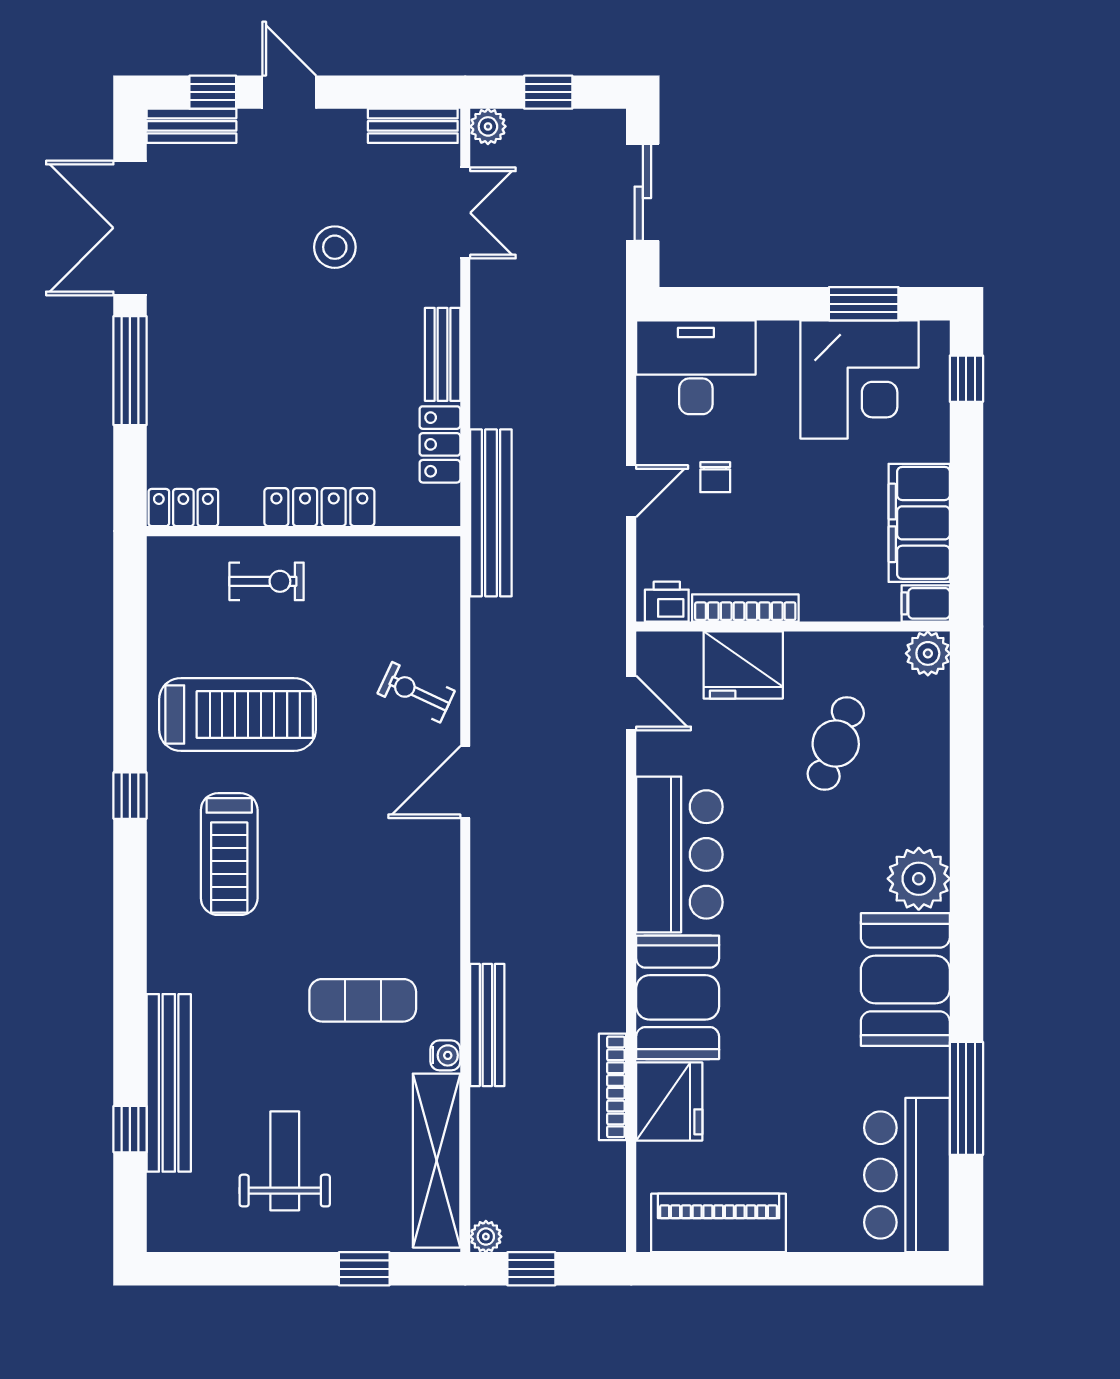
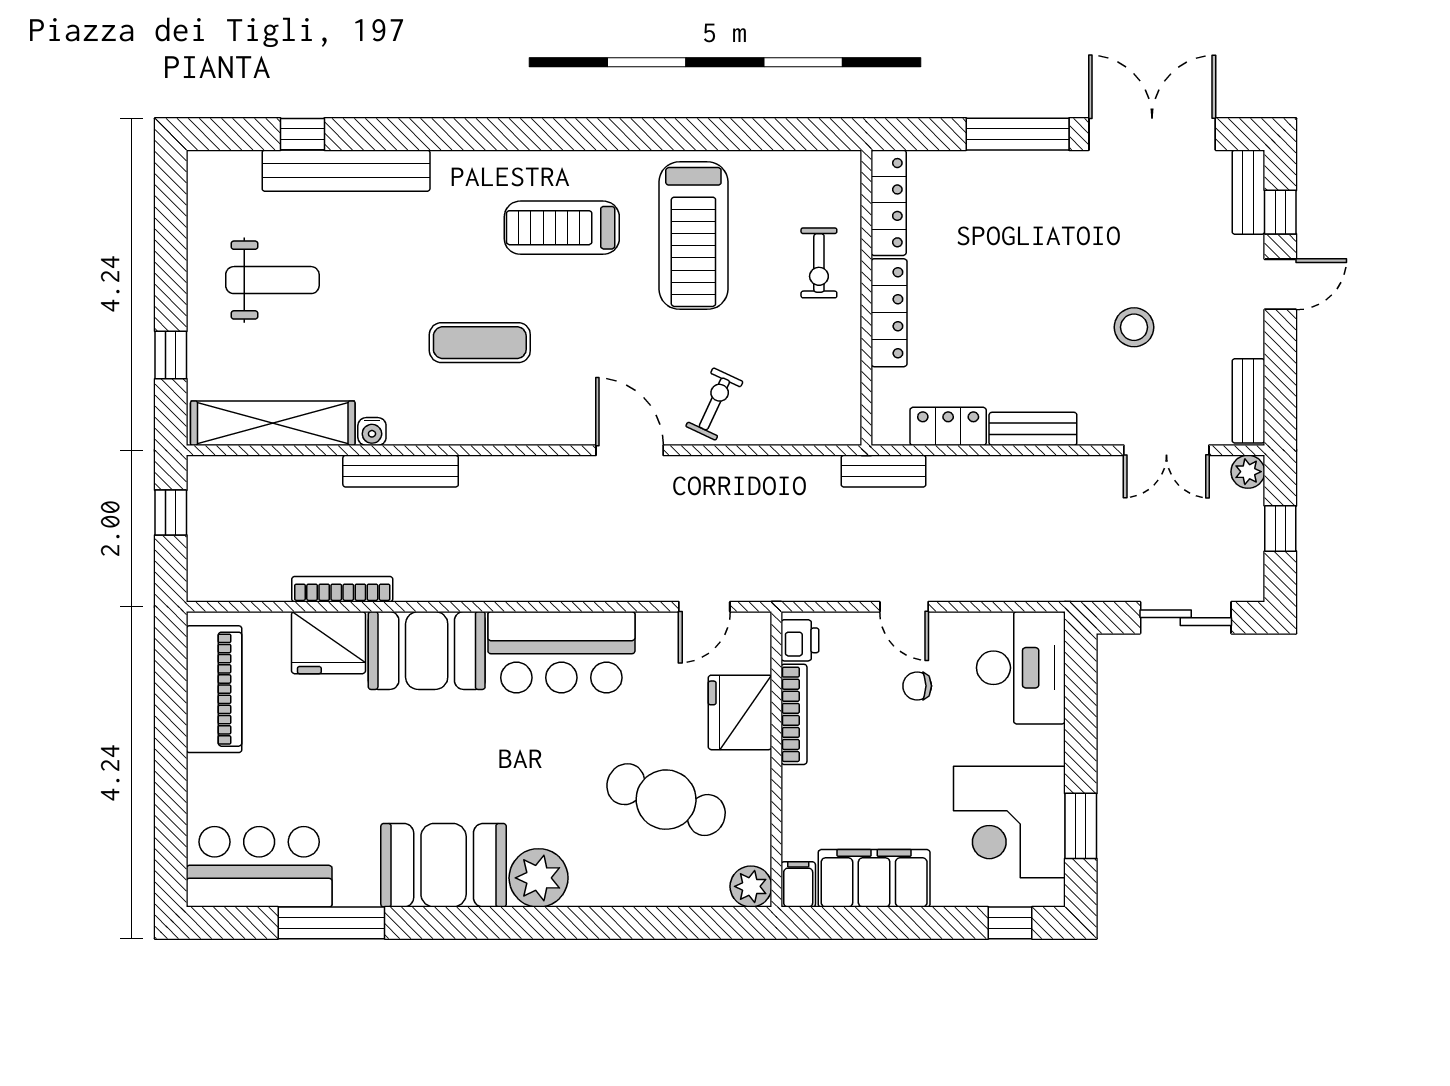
locker: (183, 508) -> (889, 203), width x1.53
bench: (491, 513) -> (884, 471), width x0.54, depth x0.82
cafe table: (836, 743) -> (666, 800), width x1.37, depth x1.35
window: (130, 796) -> (617, 134), removed
exercise mat: (363, 1000) -> (480, 343), moved, turned 90
plant: (486, 1237) -> (201, 470), removed

